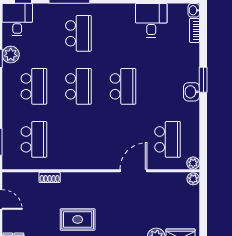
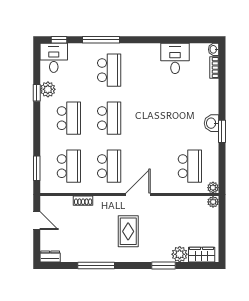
window: (203, 80) -> (222, 131), moved
school desk: (123, 86) -> (109, 166), moved
door: (133, 171) -> (138, 195), moved
rug: (78, 219) -> (128, 231), moved, turned 90

